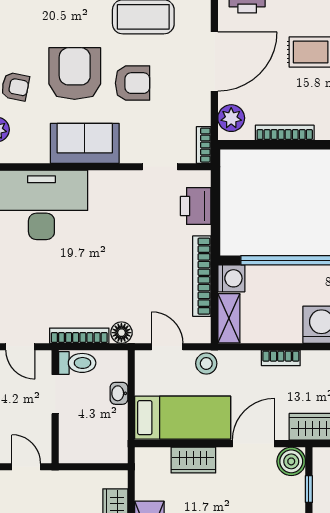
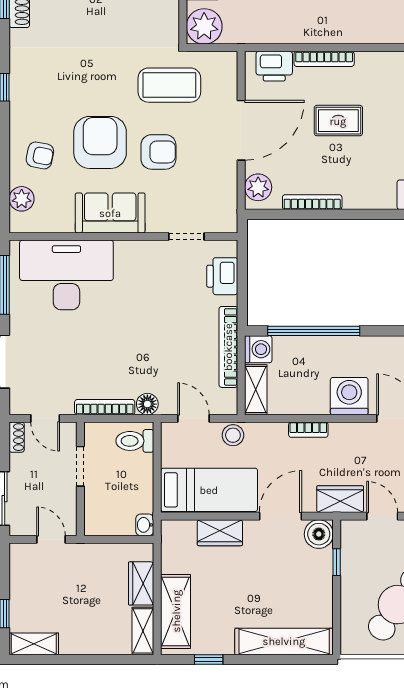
bookcase: (204, 145) -> (230, 215), removed
toilet: (77, 363) -> (135, 441), moved, turned 180
washbasin: (119, 393) -> (145, 525), moved

